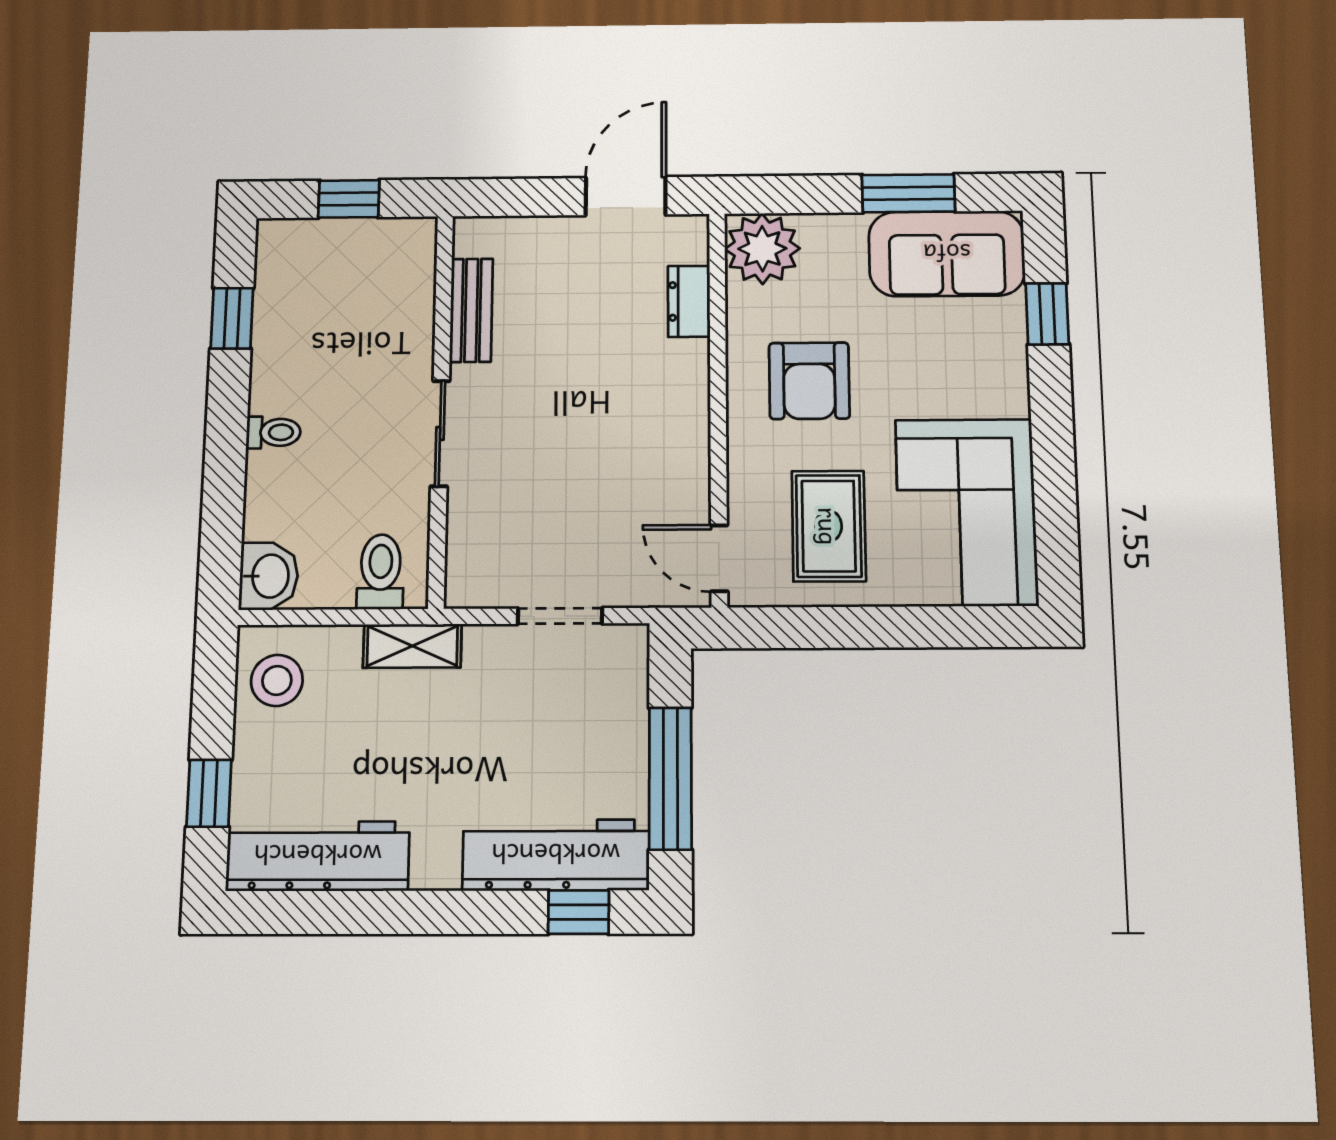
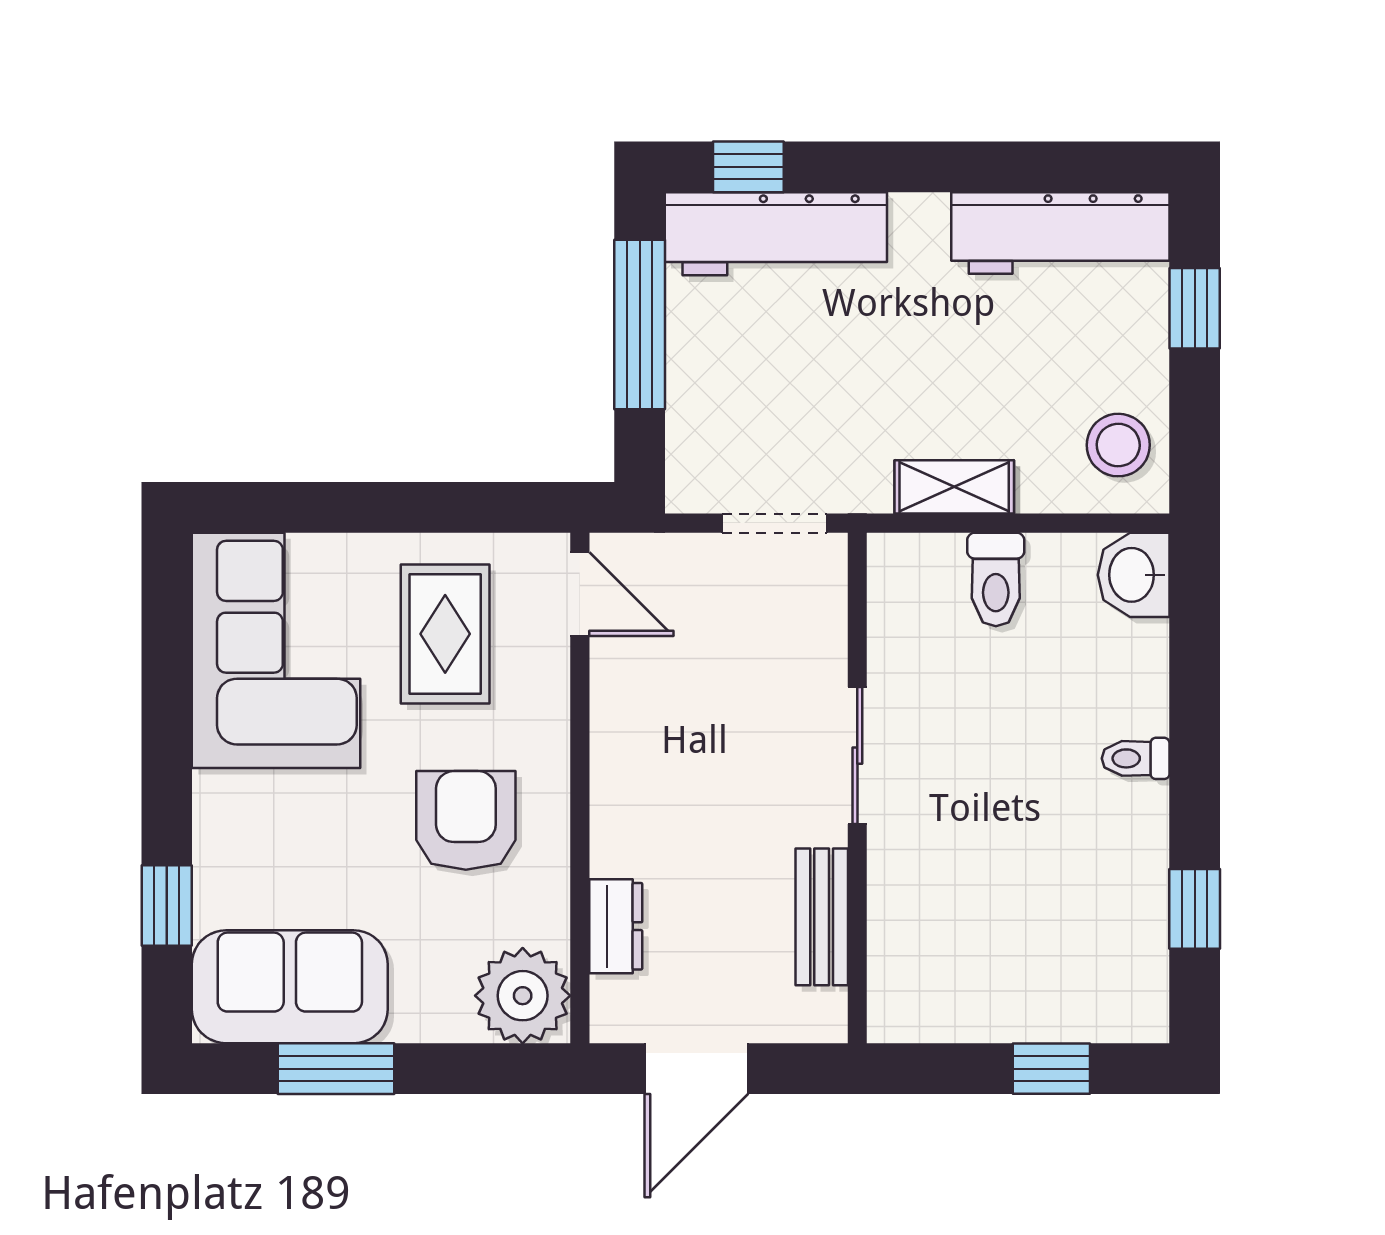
bench: (471, 310) -> (822, 917), moved
wall: (441, 408) -> (857, 788), moved
sliding door: (440, 433) -> (857, 756), moved

